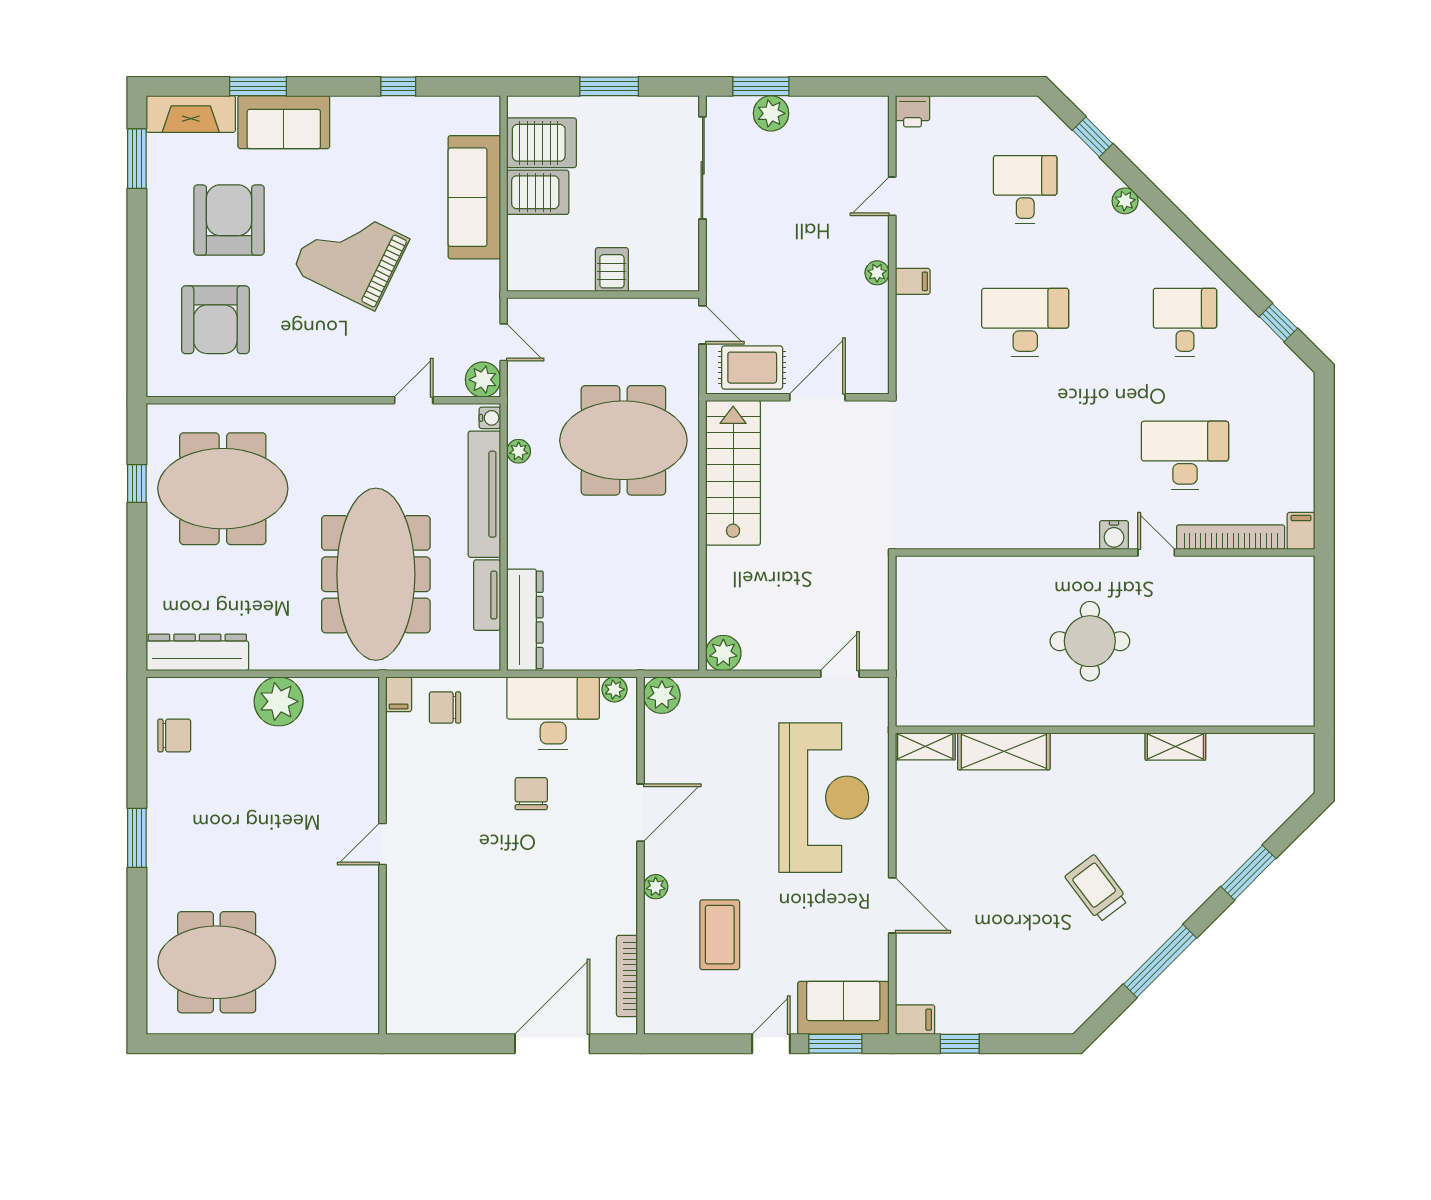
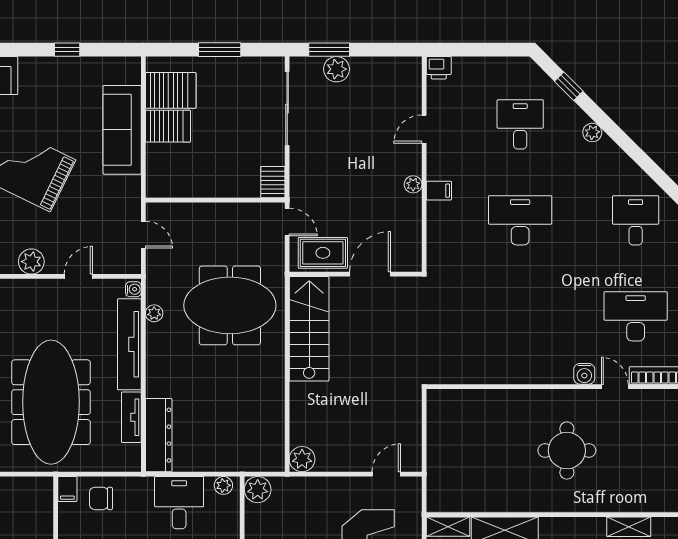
server rack: (612, 270) -> (273, 182), moved
plant: (483, 380) -> (31, 262), moved
desk: (553, 713) -> (179, 503), width x0.73

